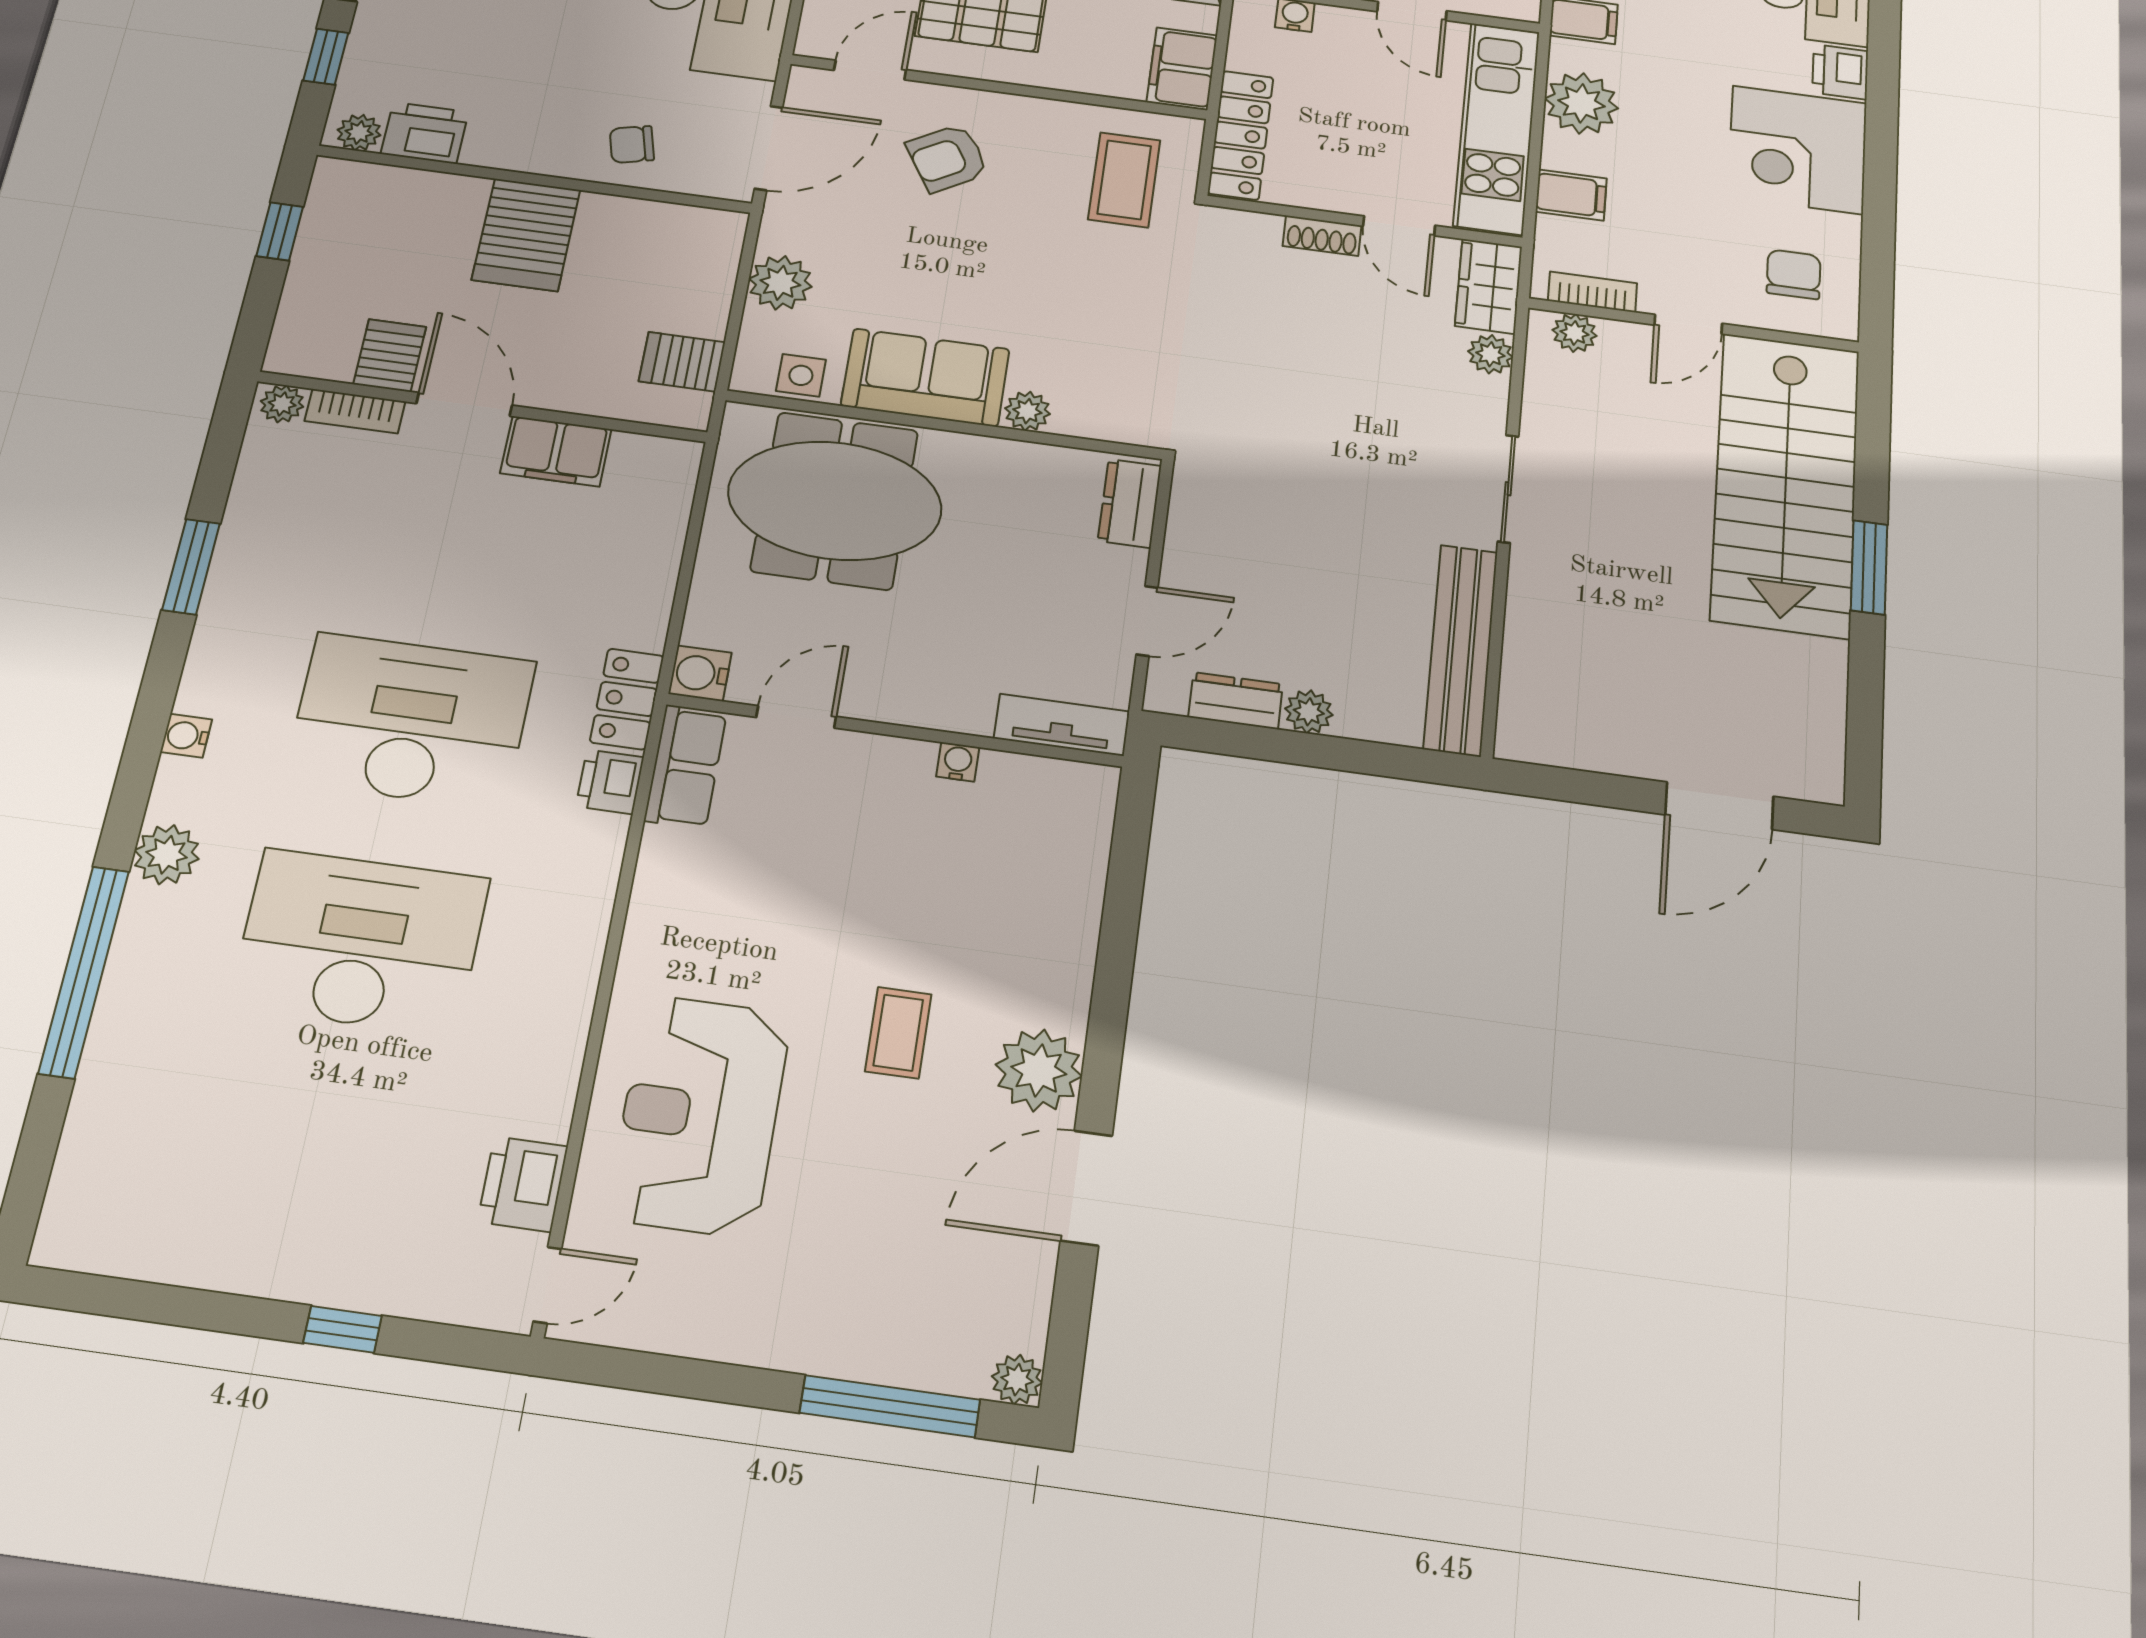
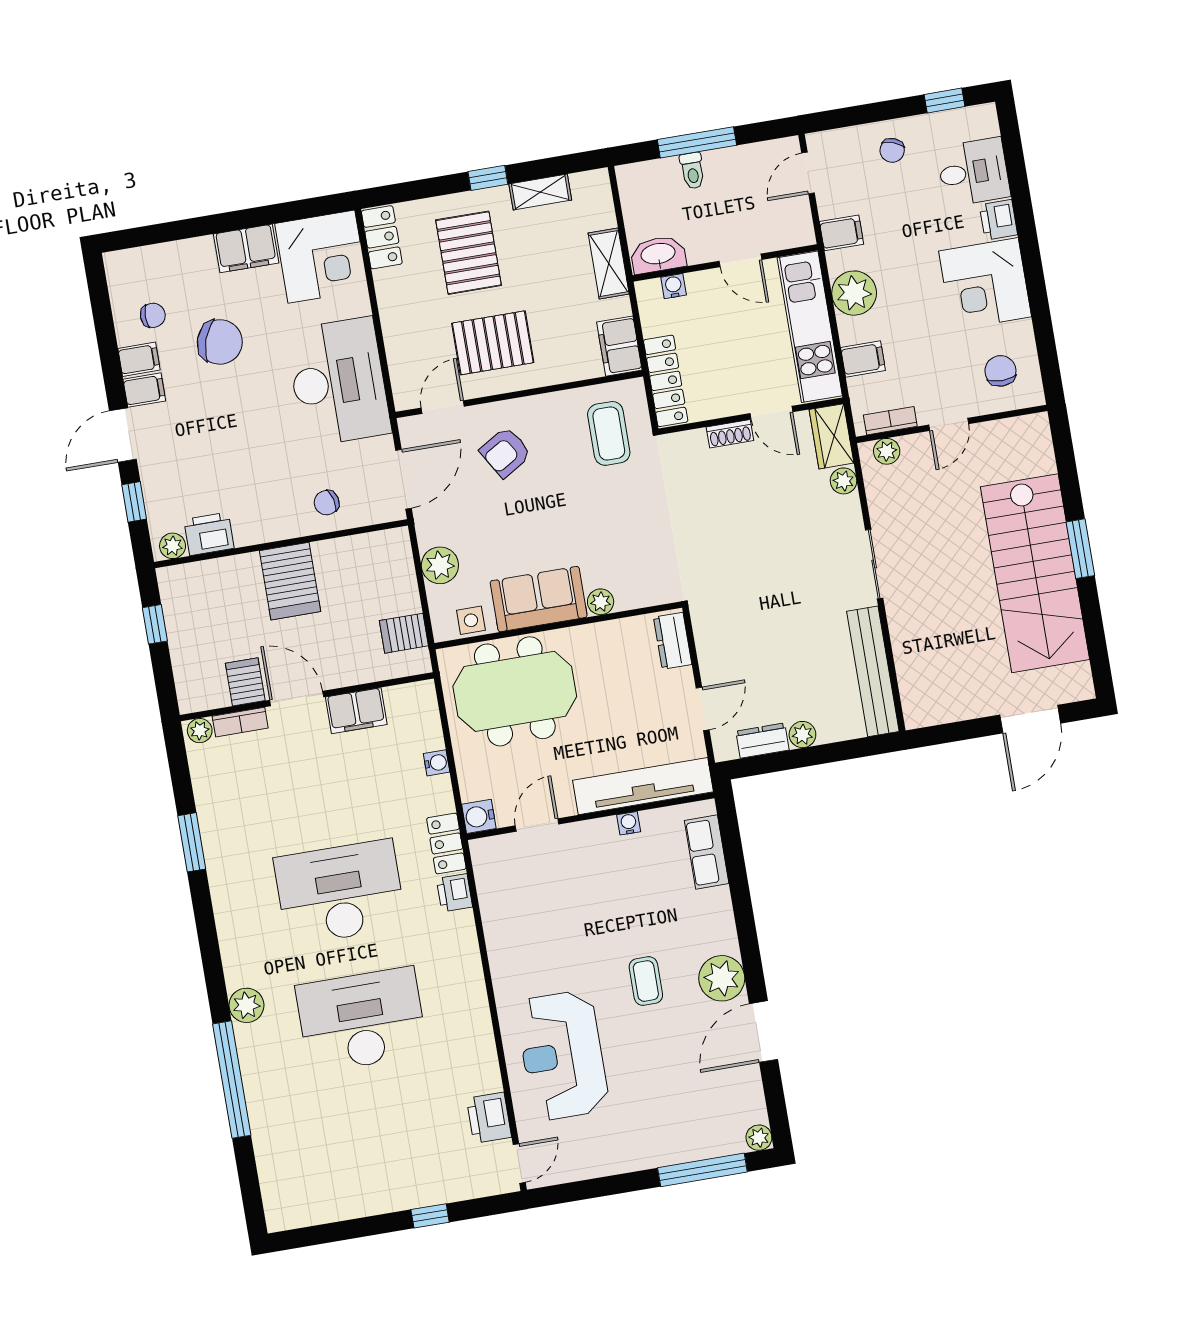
stairs: (1786, 484) -> (1035, 573), moved
tv unit: (1062, 725) -> (643, 786), width x1.92, depth x1.29
water cooler: (186, 736) -> (437, 763), moved, turned 180
row of seats: (686, 767) -> (707, 852), moved, turned 180

